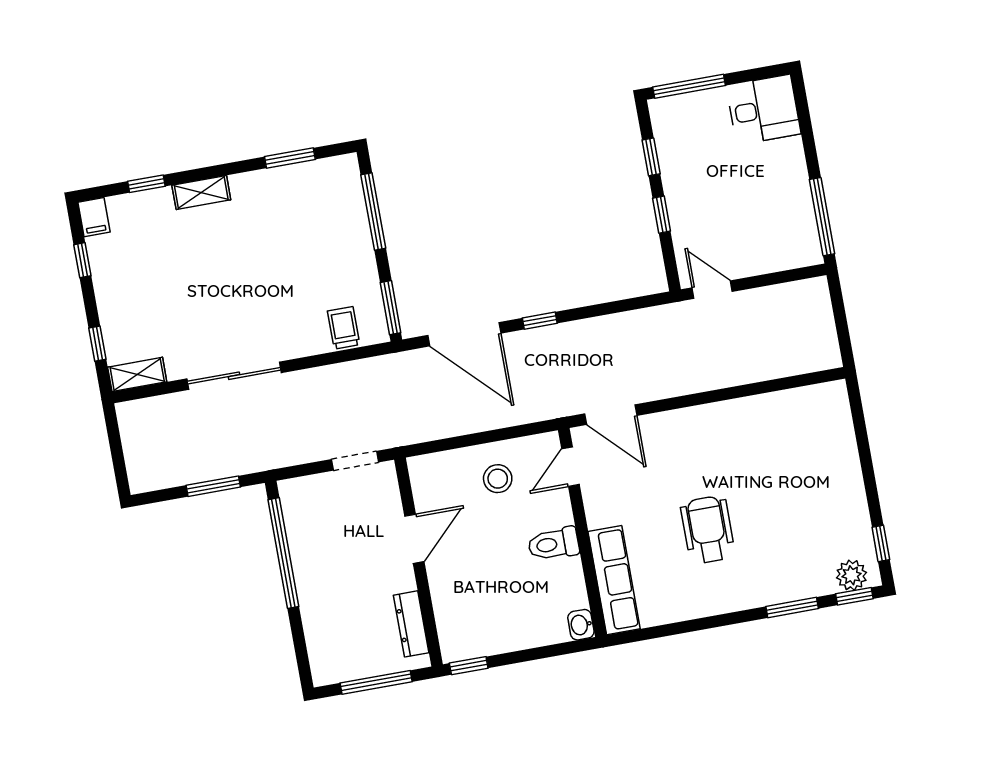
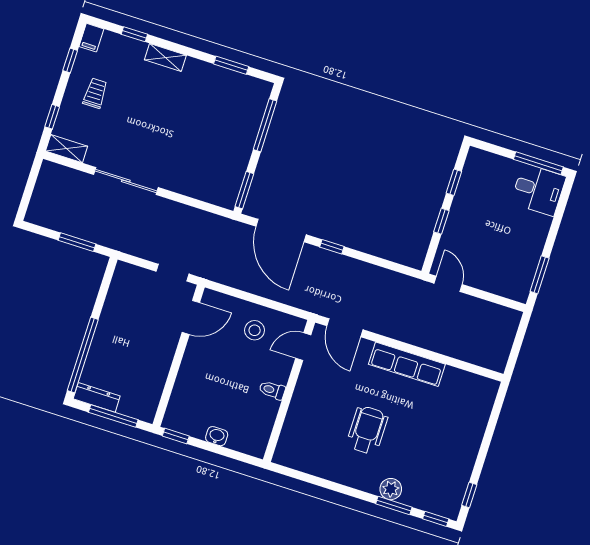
window: (689, 86) -> (538, 163), moved
window: (822, 217) -> (540, 275), width x0.69
trolley: (344, 328) -> (95, 93), moved
door: (414, 539) -> (191, 317), moved
toilet: (554, 544) -> (272, 390), width x0.73, depth x0.72
window: (283, 553) -> (83, 355), moved
plant: (852, 575) -> (391, 489), moved
row of seats: (614, 580) -> (407, 364), moved, turned 90
dresser: (411, 624) -> (97, 397), moved, turned 90
washbasin: (581, 625) -> (217, 436), moved, turned 90

